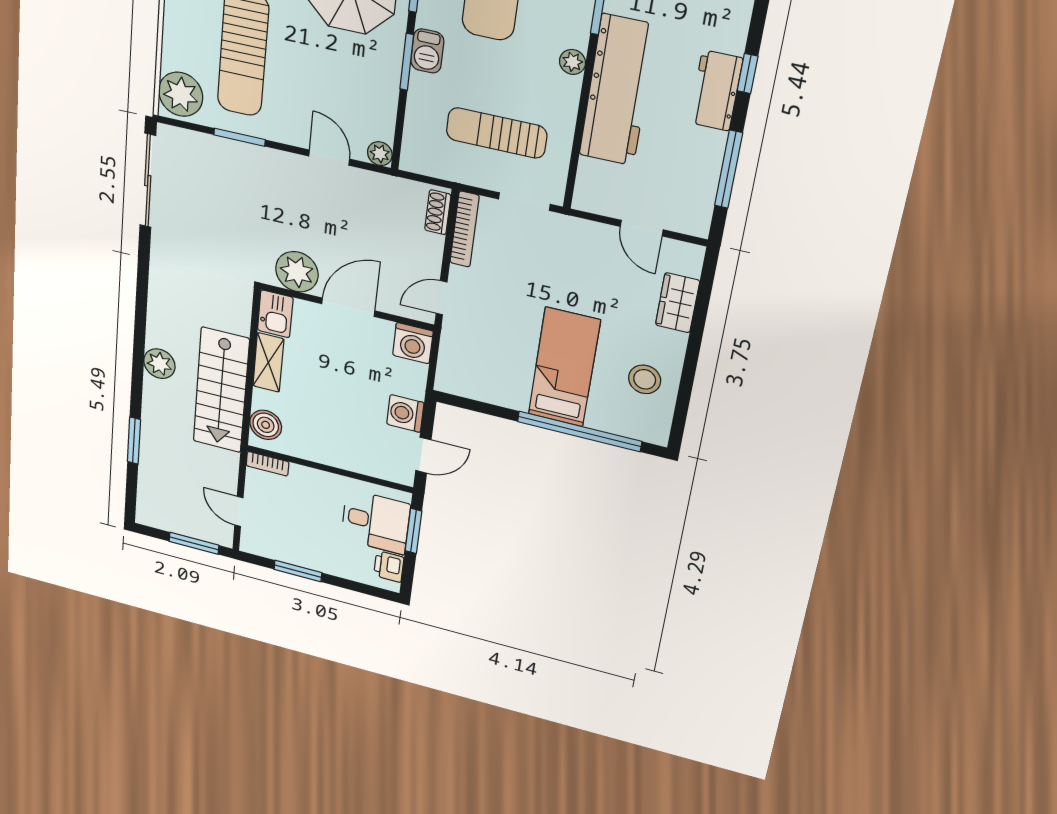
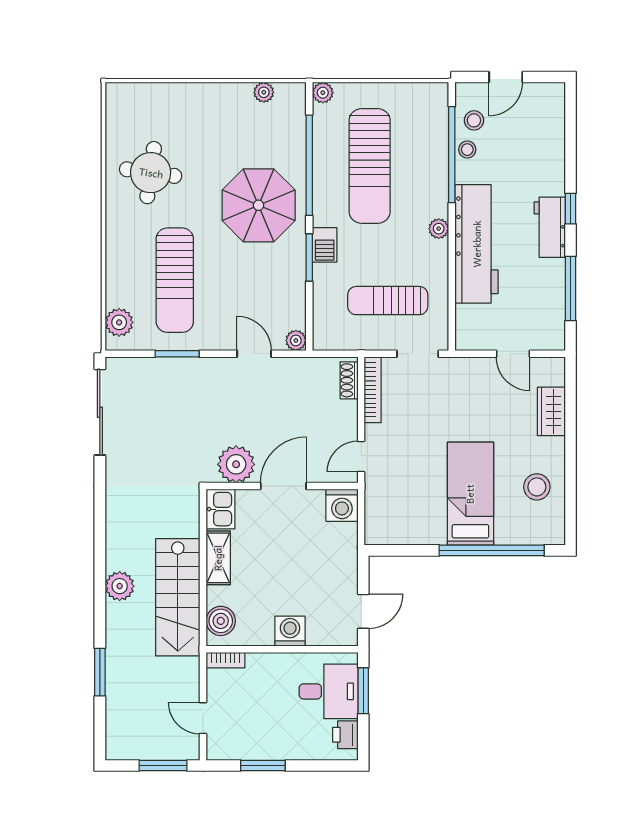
plant: (181, 94) -> (119, 322), width x0.73, depth x0.73
washing machine: (405, 413) -> (290, 631), moved, turned 90

